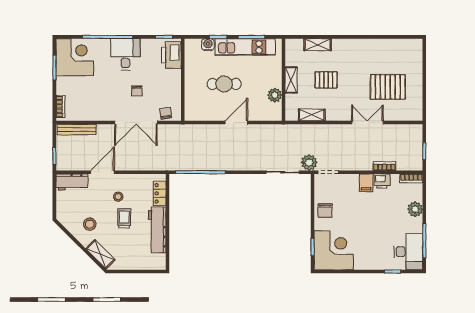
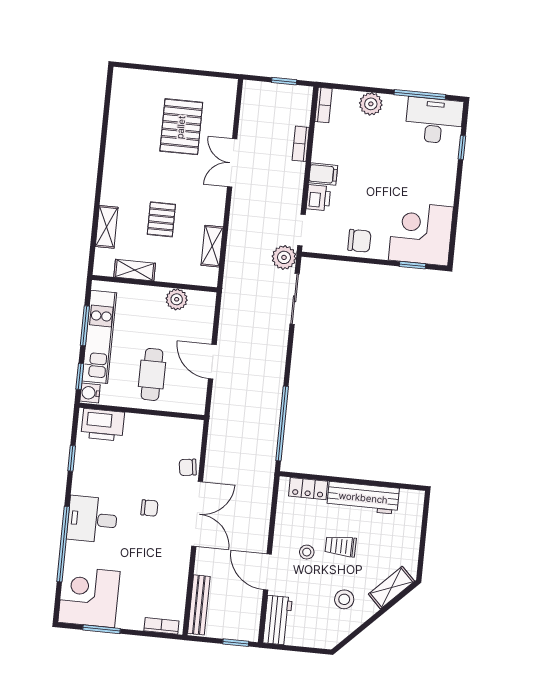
printer: (171, 55) -> (103, 425), moved
wall: (183, 80) -> (142, 411), moved
shelving: (291, 80) -> (135, 270), moved
printer: (382, 181) -> (318, 198), moved

